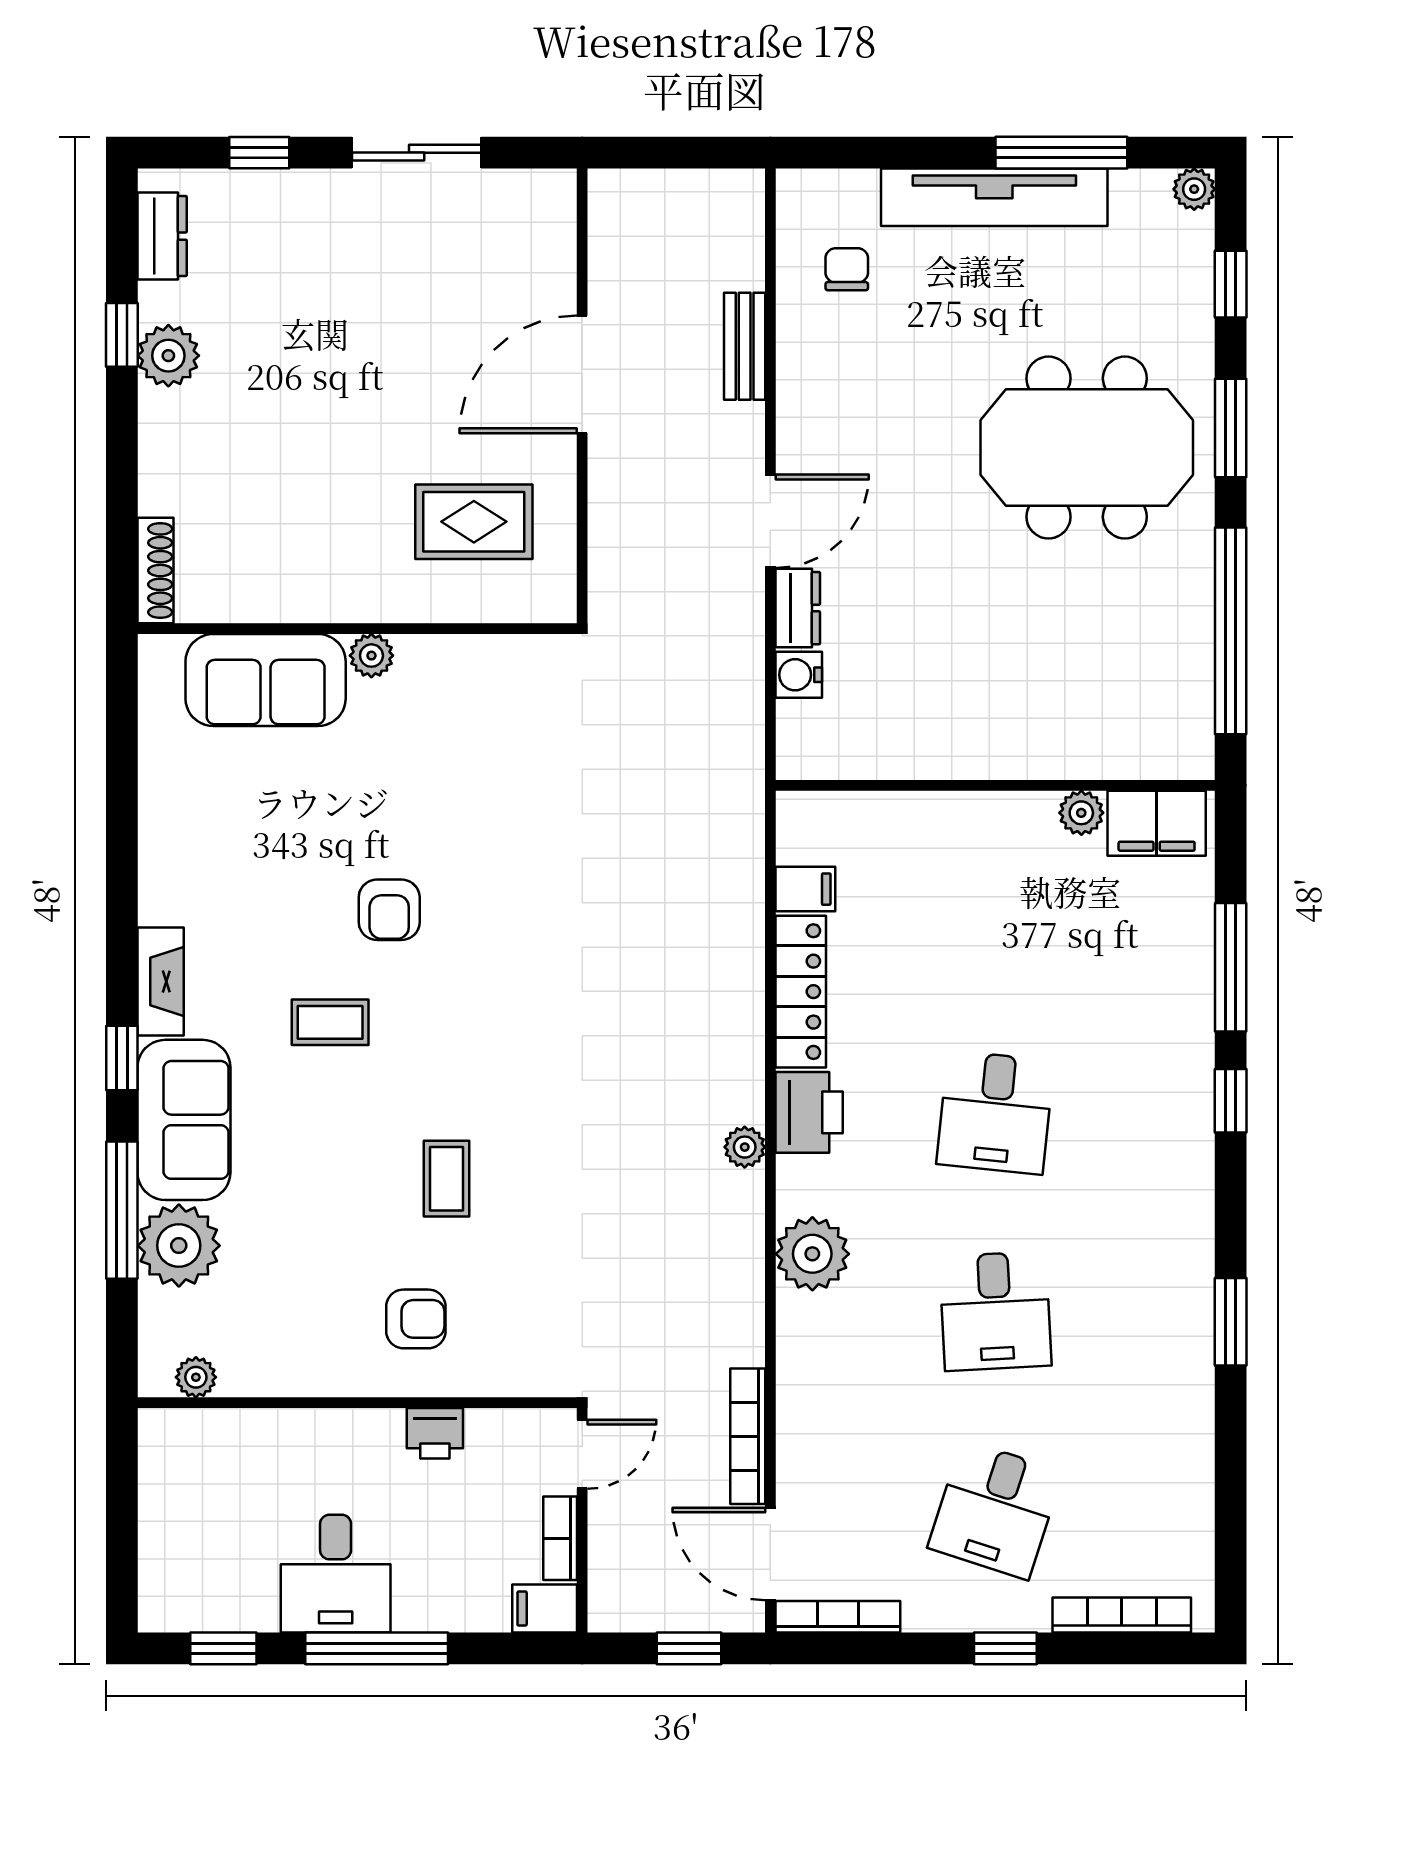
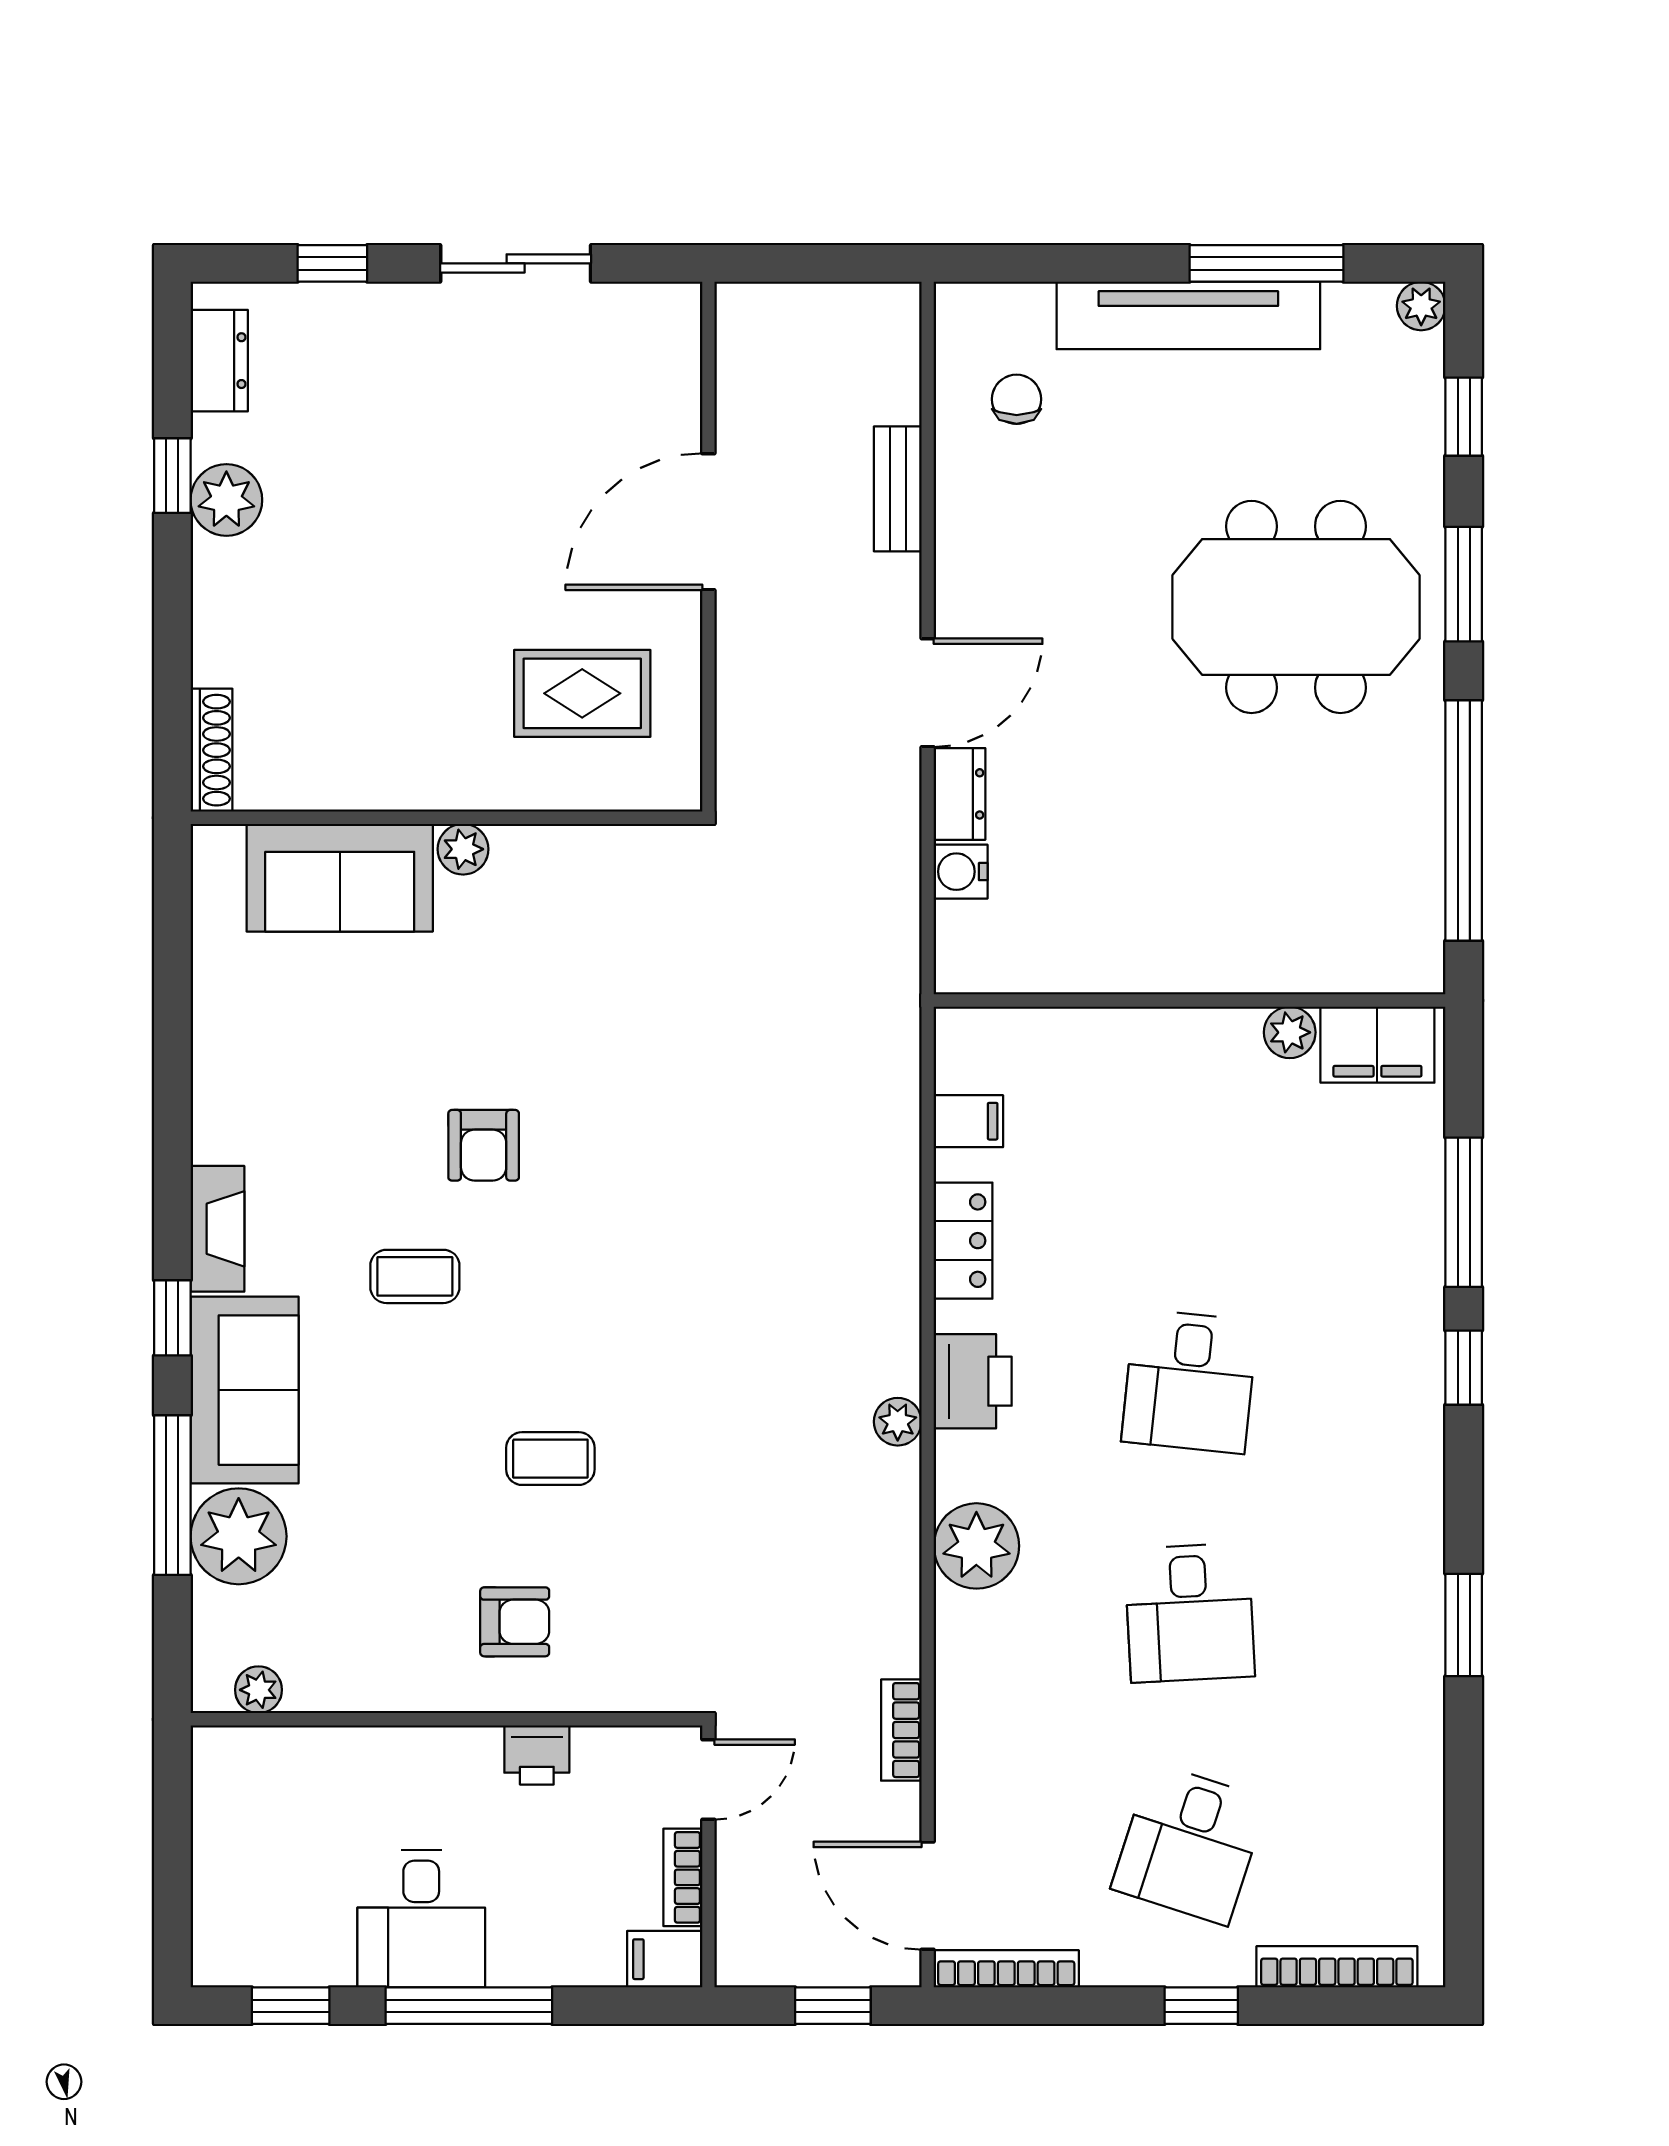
locker: (801, 992) -> (963, 1241), width x0.66
coffee table: (446, 1179) -> (550, 1459), turned 90
bookcase: (748, 1436) -> (901, 1730), width x0.64

